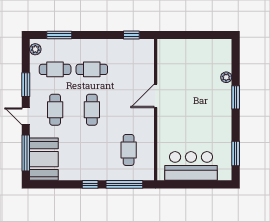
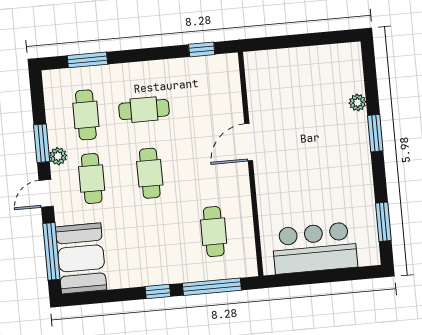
plant: (35, 49) -> (58, 156), moved
cafe table: (55, 69) -> (86, 115), turned 90
door: (26, 116) -> (46, 193), hinge flipped

